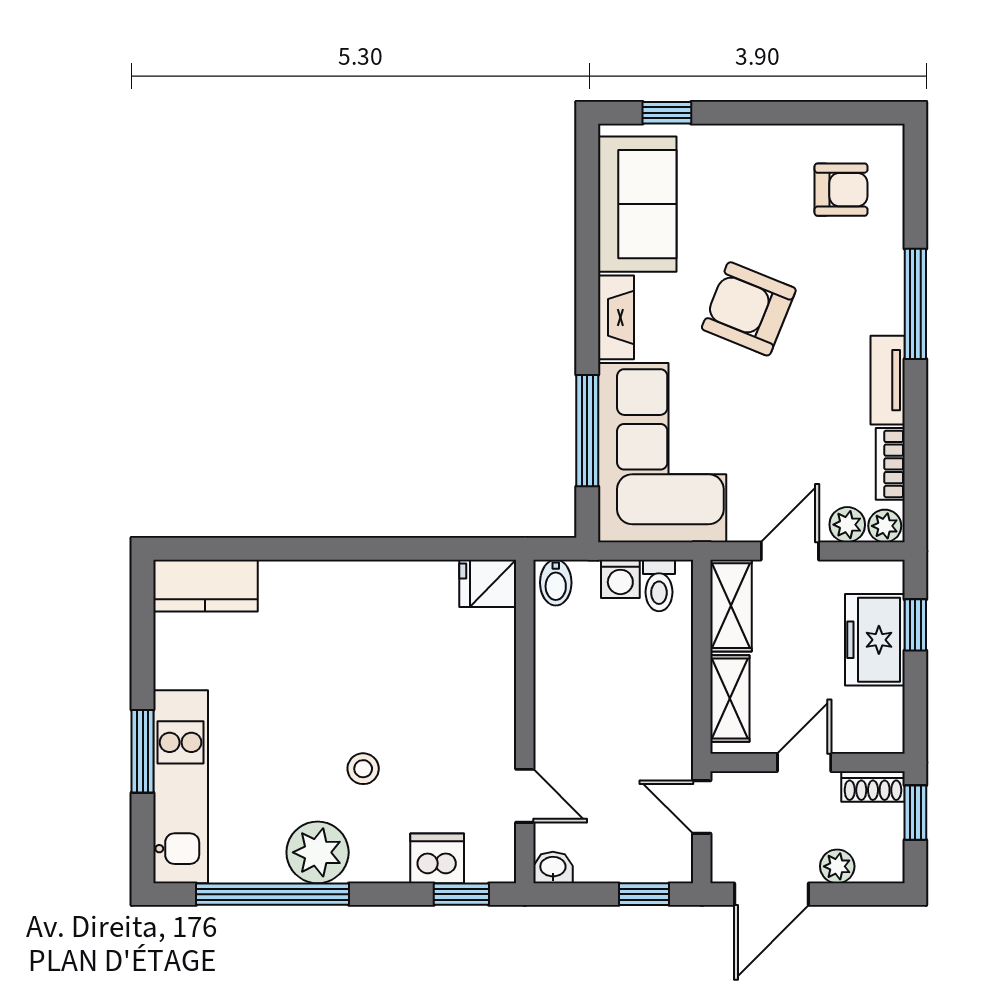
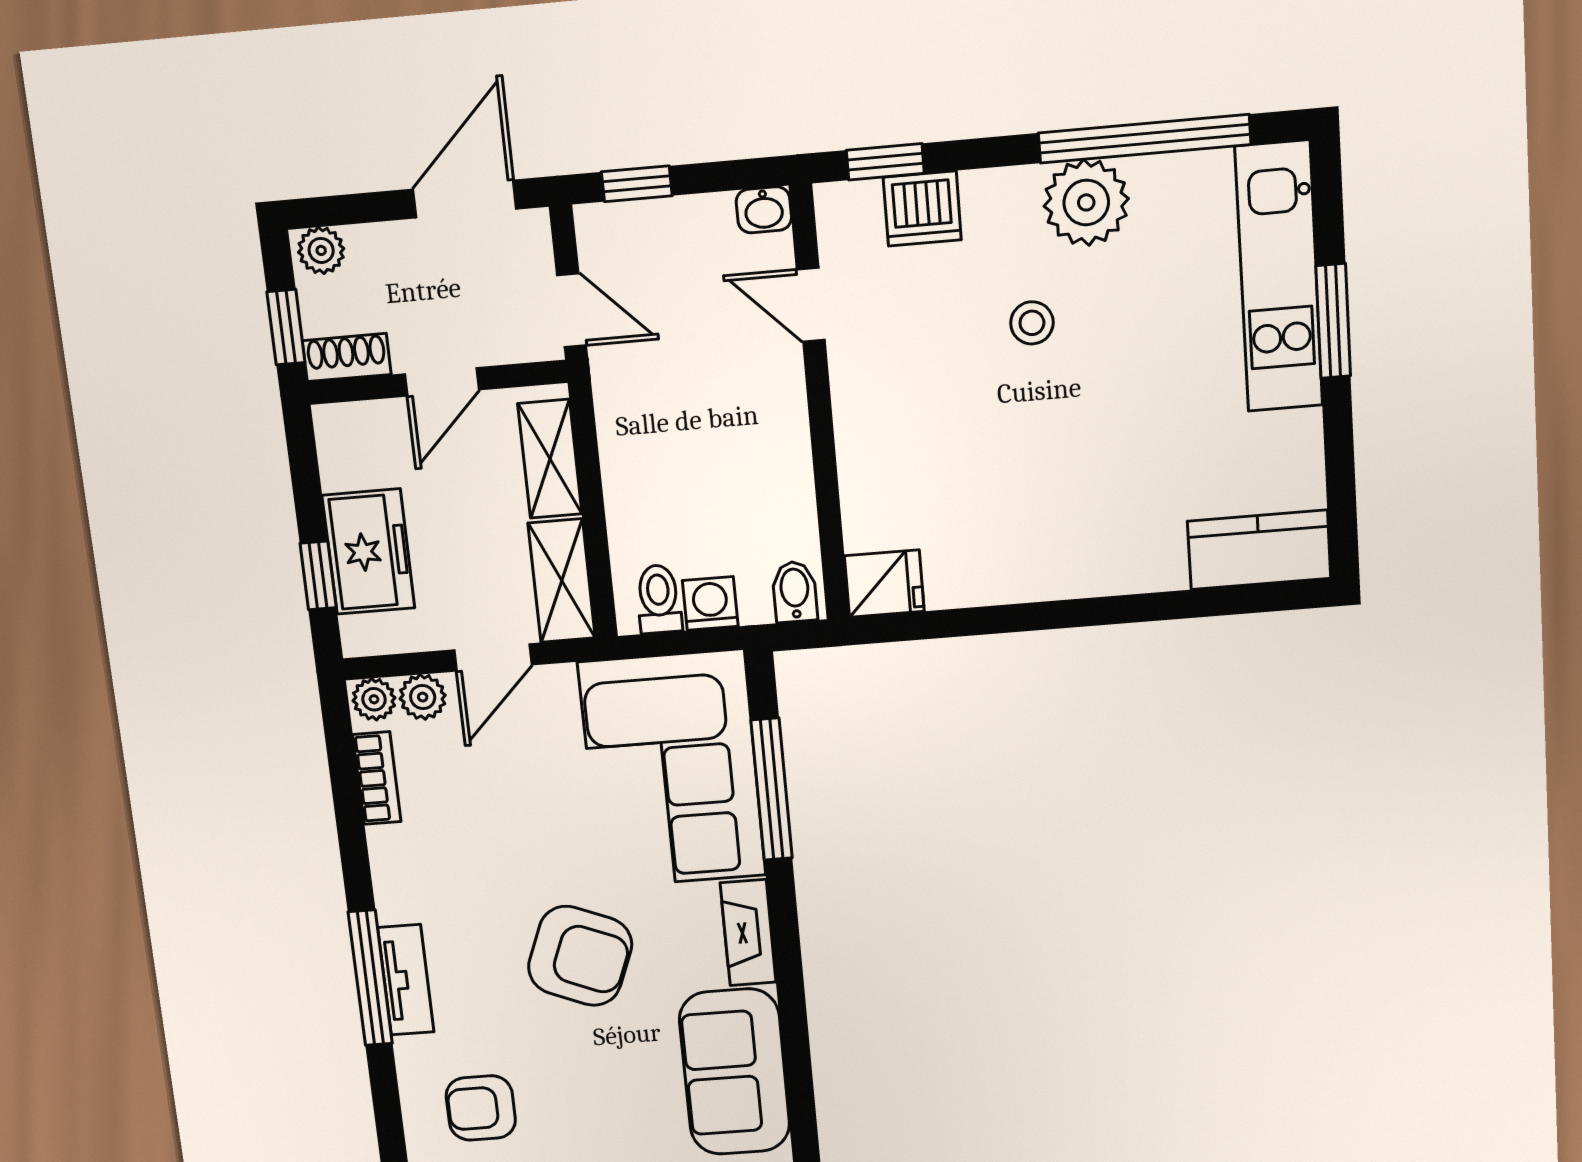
tv unit: (888, 380) -> (406, 980), moved
plant: (837, 866) -> (321, 250), moved

